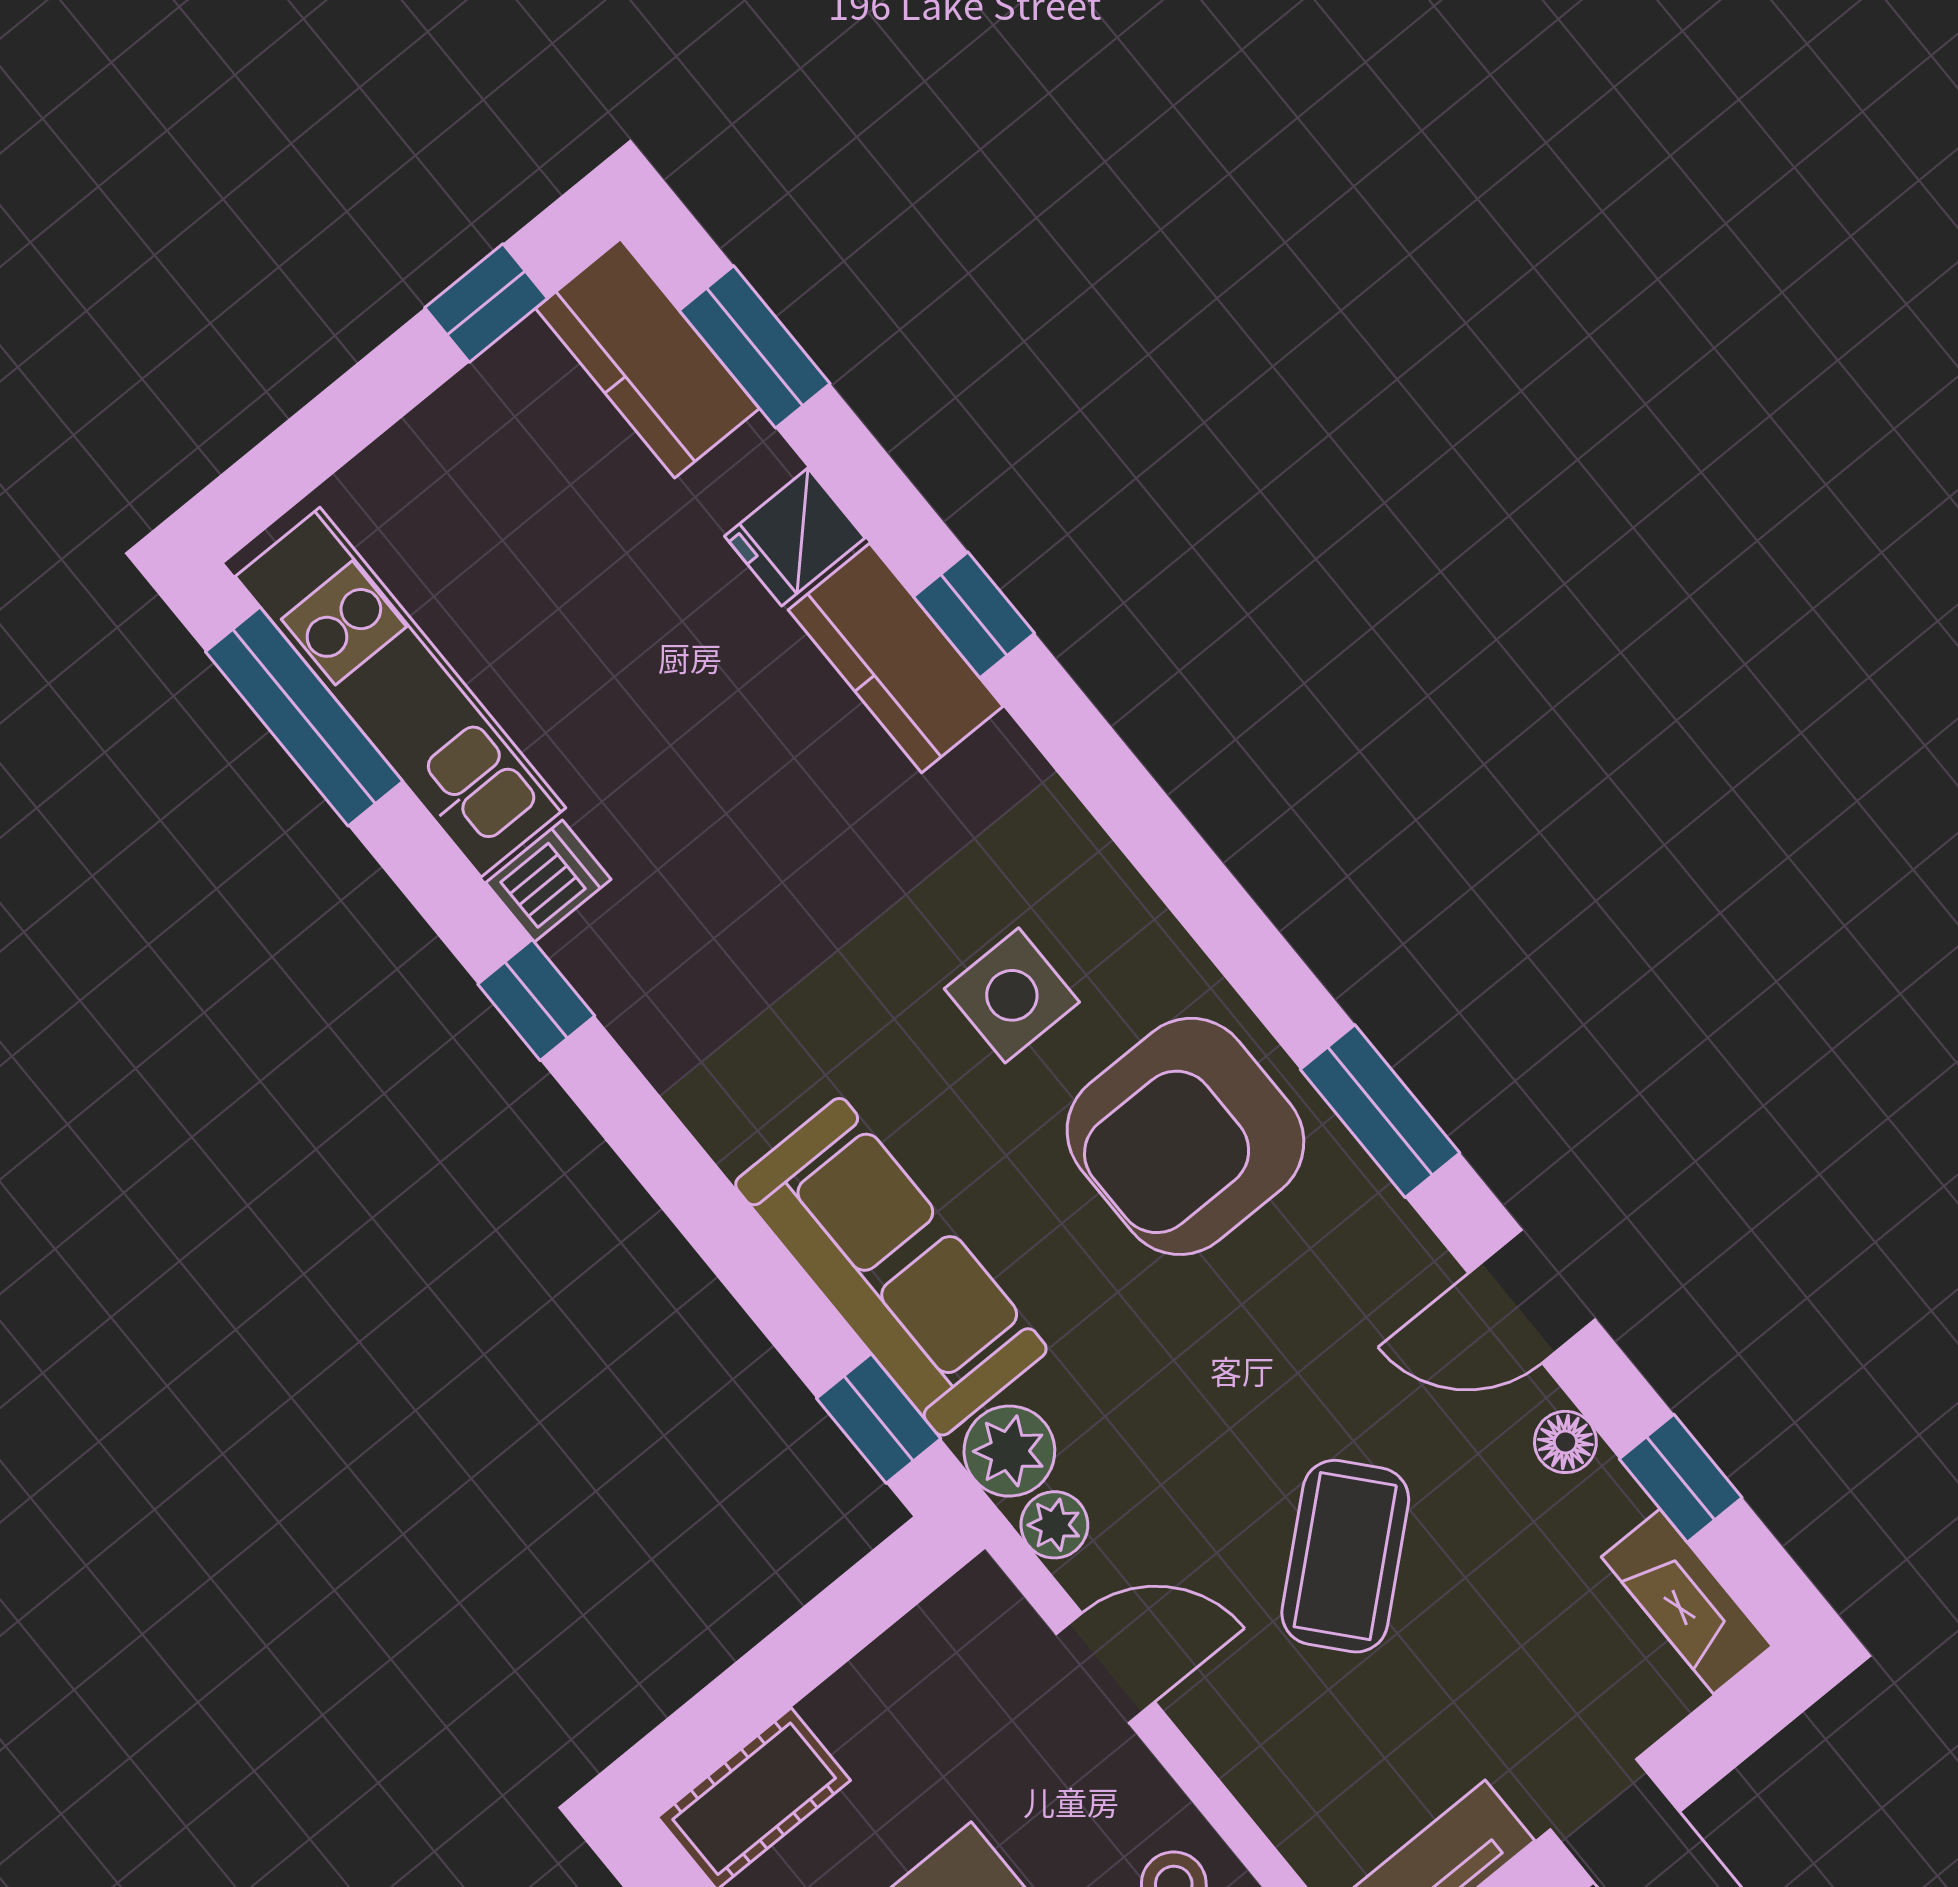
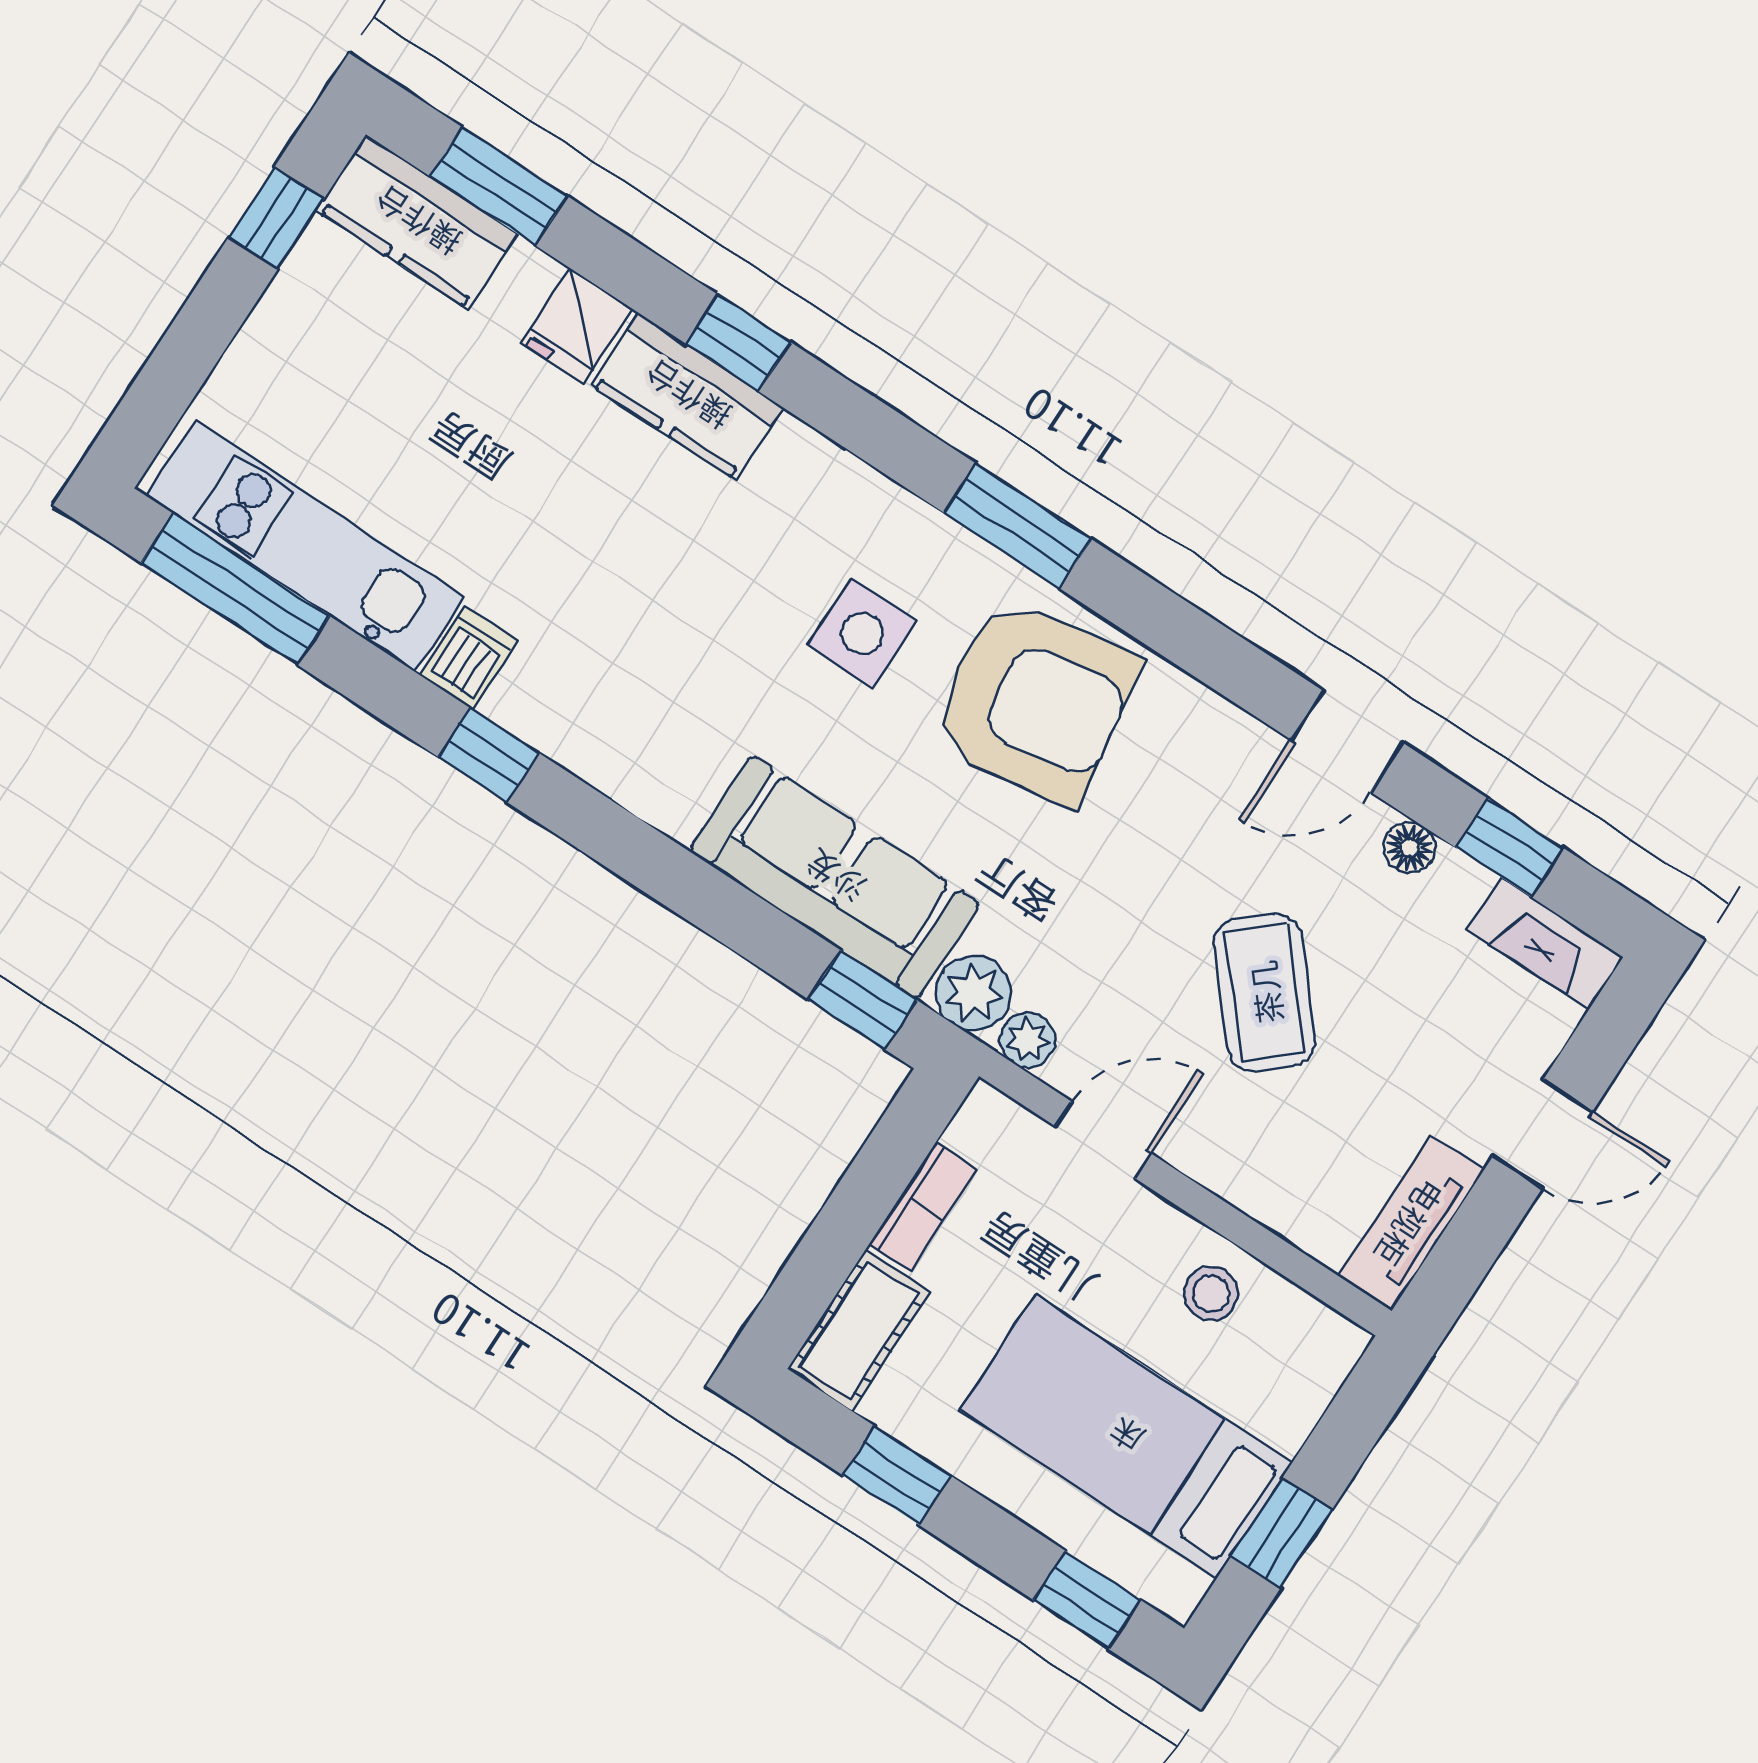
window: (1380, 1111) -> (1018, 526), moved
armchair: (1185, 1136) -> (1034, 701), turned -99
bookcase: (873, 1679) -> (923, 1206), added

